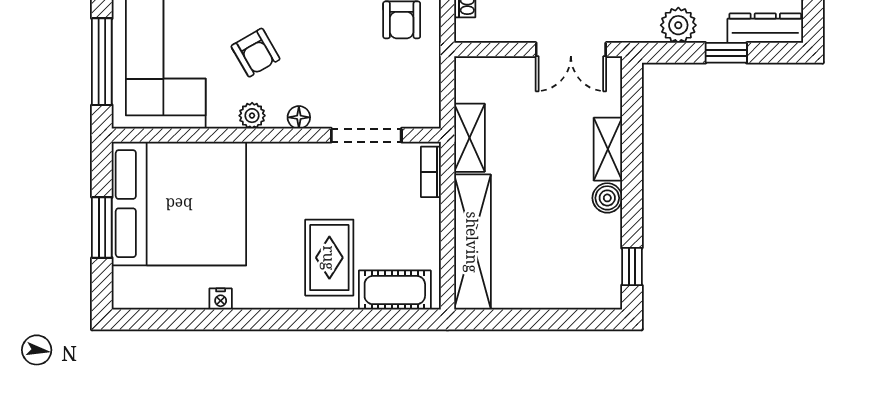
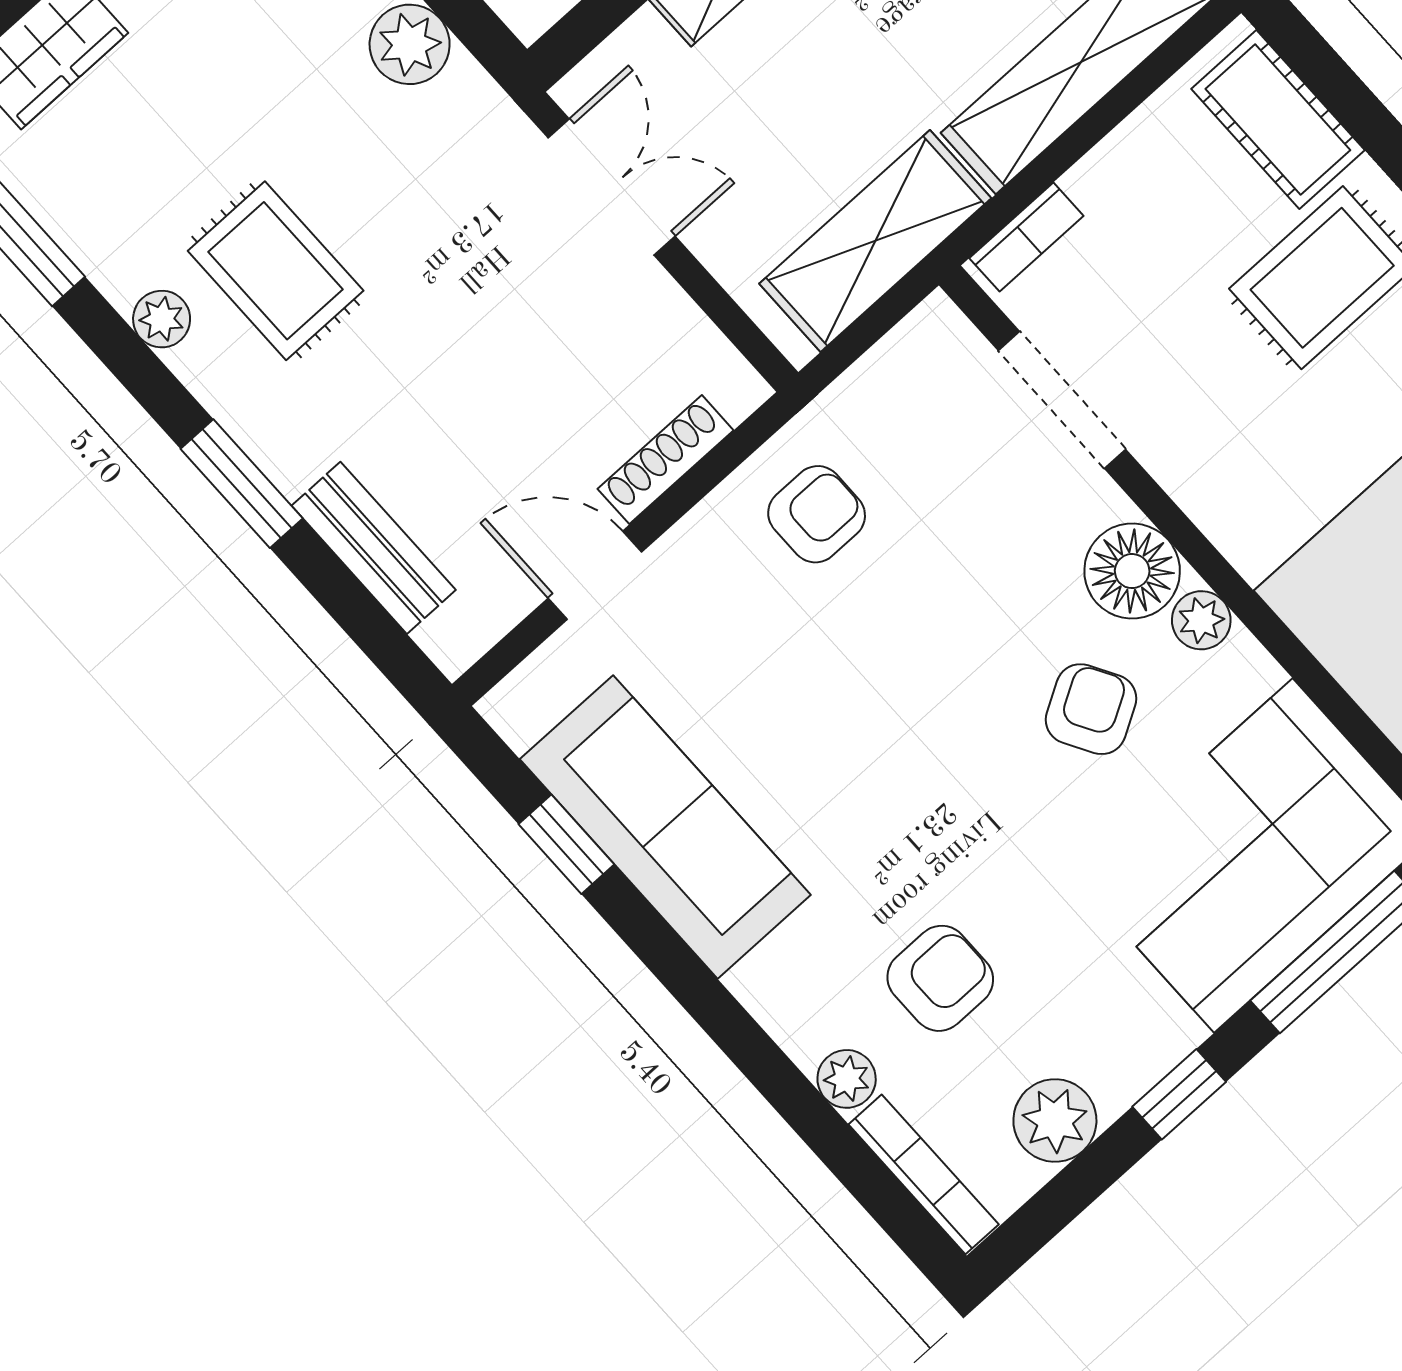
floor lamp: (299, 117) -> (1132, 571), width x1.89, depth x1.89
shelving: (469, 138) -> (875, 241), width x1.50, depth x1.33

